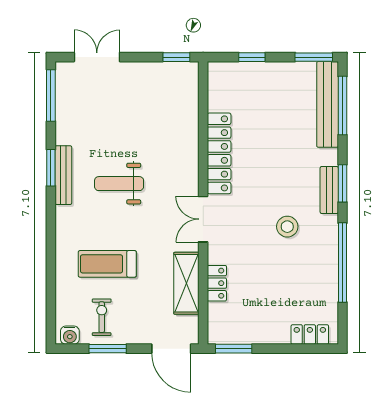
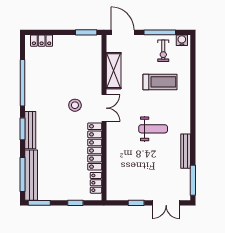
window: (176, 57) -> (136, 203), moved
window: (51, 168) -> (193, 138), removed
bench: (63, 175) -> (186, 151), moved
bench: (329, 190) -> (30, 130), width x1.36
stool: (287, 227) -> (75, 105), moved
locker: (217, 283) -> (96, 183), moved
window: (108, 349) -> (160, 32), width x1.44

